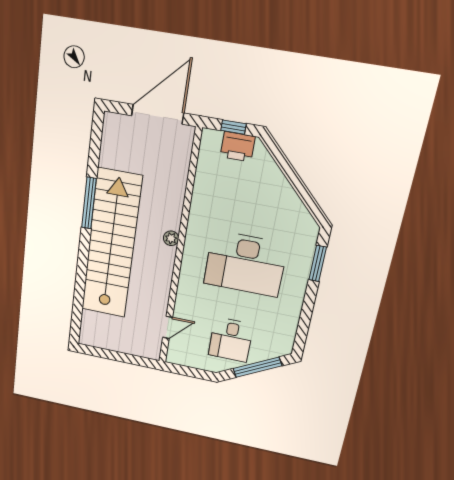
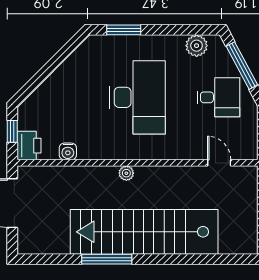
printer: (238, 147) -> (29, 146), moved
water cooler: (202, 183) -> (68, 151), added
plant: (286, 330) -> (197, 46), added

